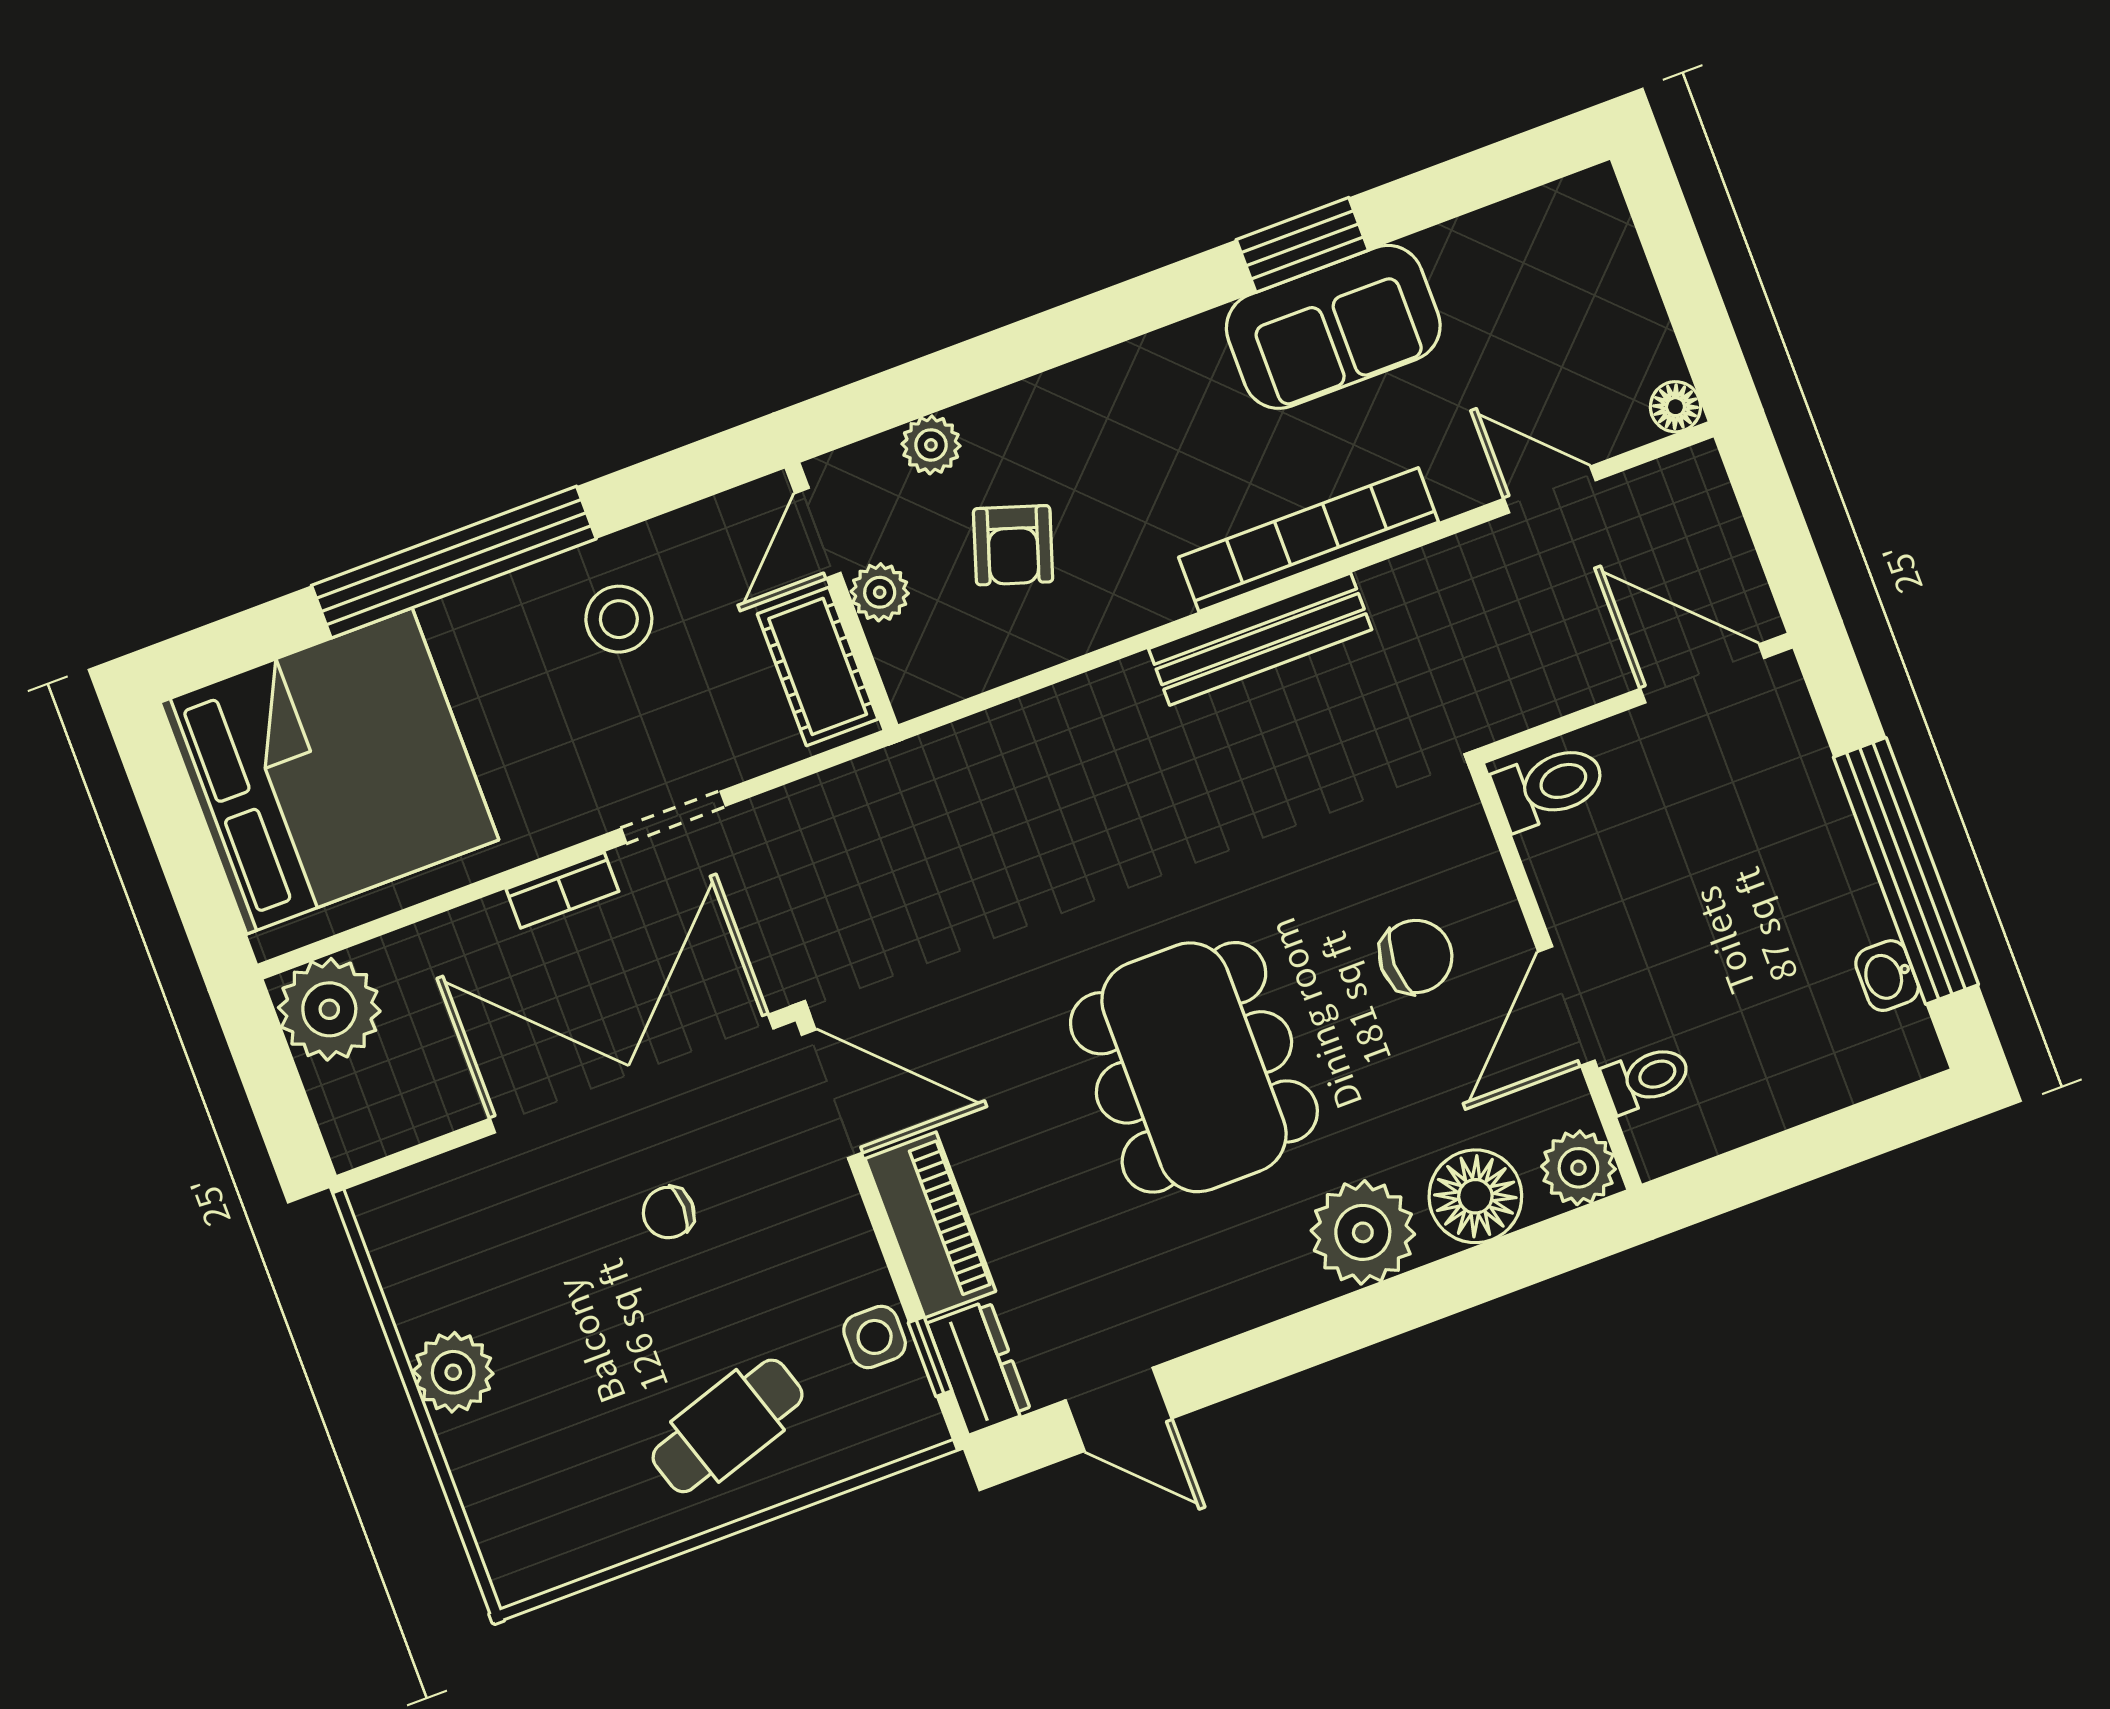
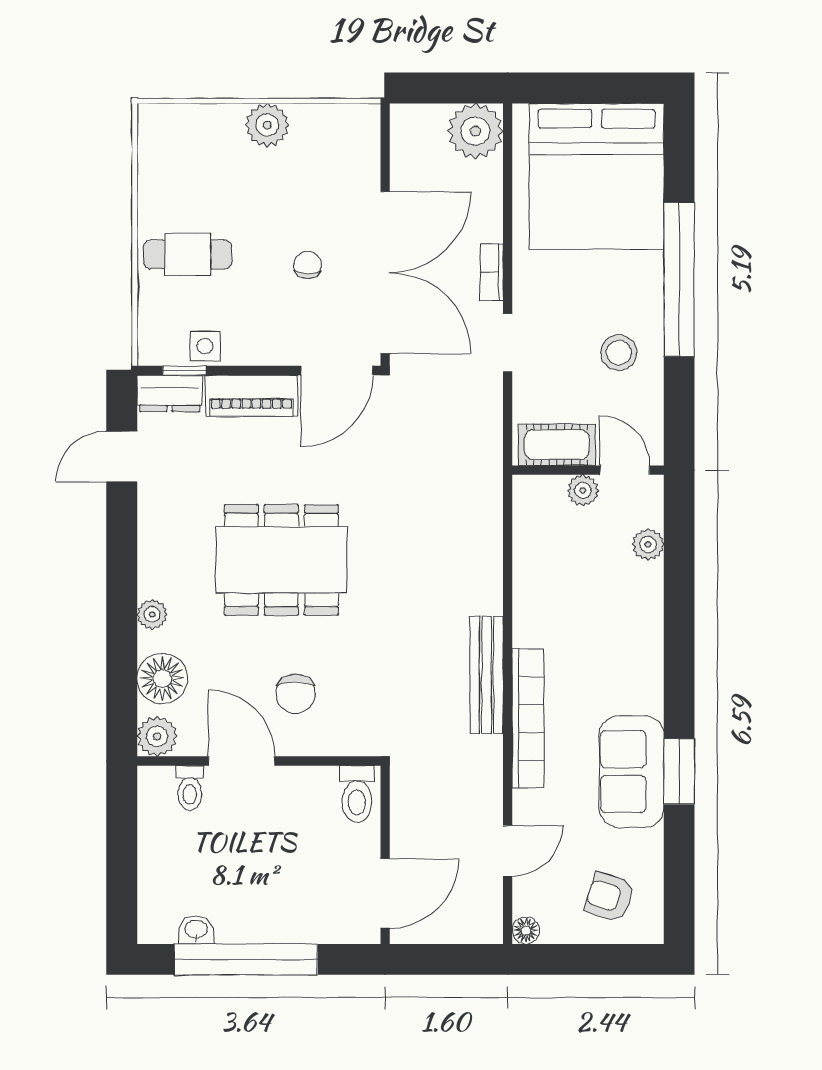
armchair: (1013, 545) -> (609, 897), moved
plant: (1363, 1232) -> (152, 614), width x0.53, depth x0.53
cafe table: (728, 1426) -> (188, 254), turned -72

